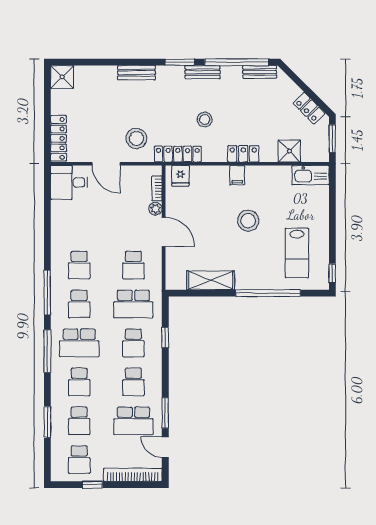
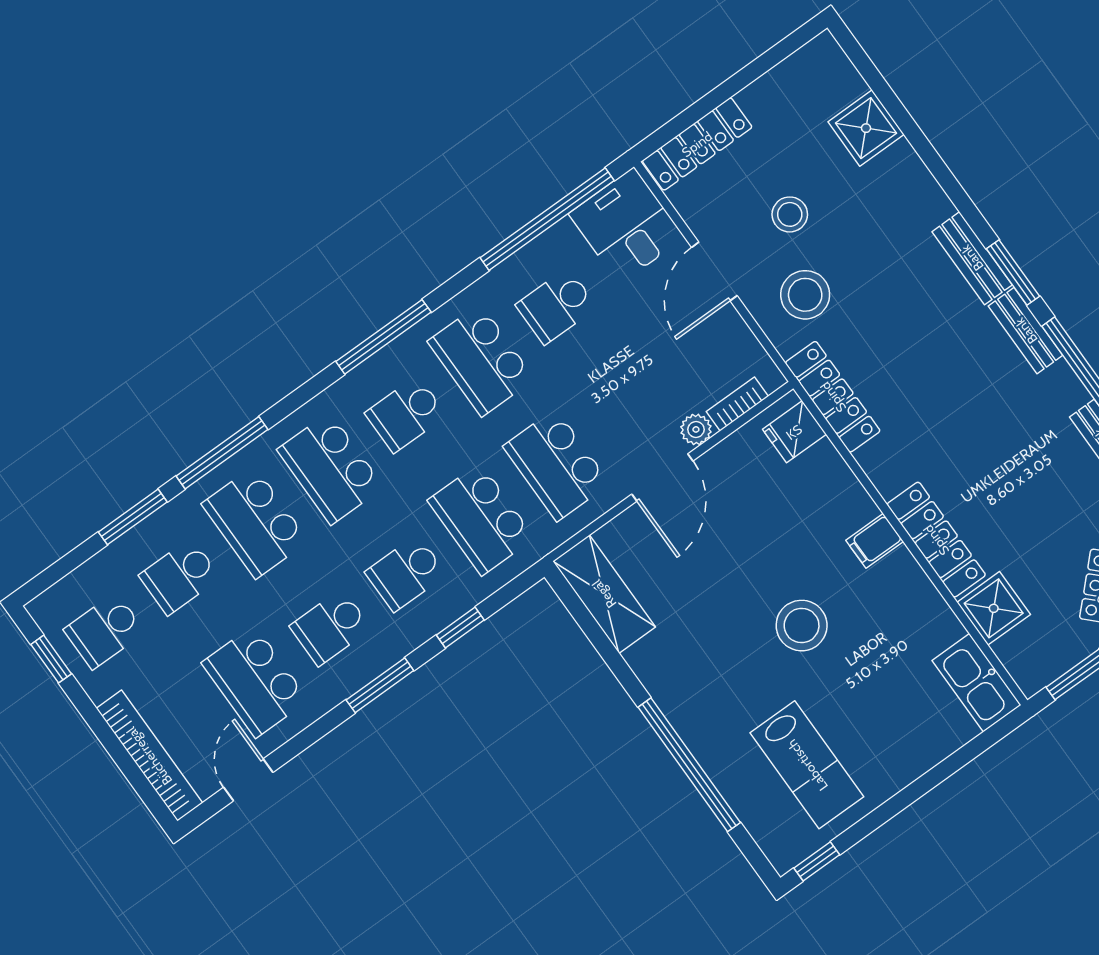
bench: (137, 73) -> (972, 258), moved
shower: (62, 77) -> (866, 128), moved
stool: (205, 119) -> (790, 214), moved
locker: (243, 154) -> (936, 540), width x1.53
window: (47, 208) -> (547, 219), added
school desk: (79, 226) -> (556, 306), added
lab bench: (297, 253) -> (807, 765), turned -90
school desk: (79, 265) -> (481, 360), width x1.85
school desk: (133, 265) -> (556, 465), width x1.85
shelving: (211, 280) -> (604, 594), moved
window: (47, 351) -> (222, 453), moved
school desk: (79, 382) -> (255, 523), width x1.85
window: (165, 413) -> (380, 685), moved
window: (92, 485) -> (51, 659), moved

